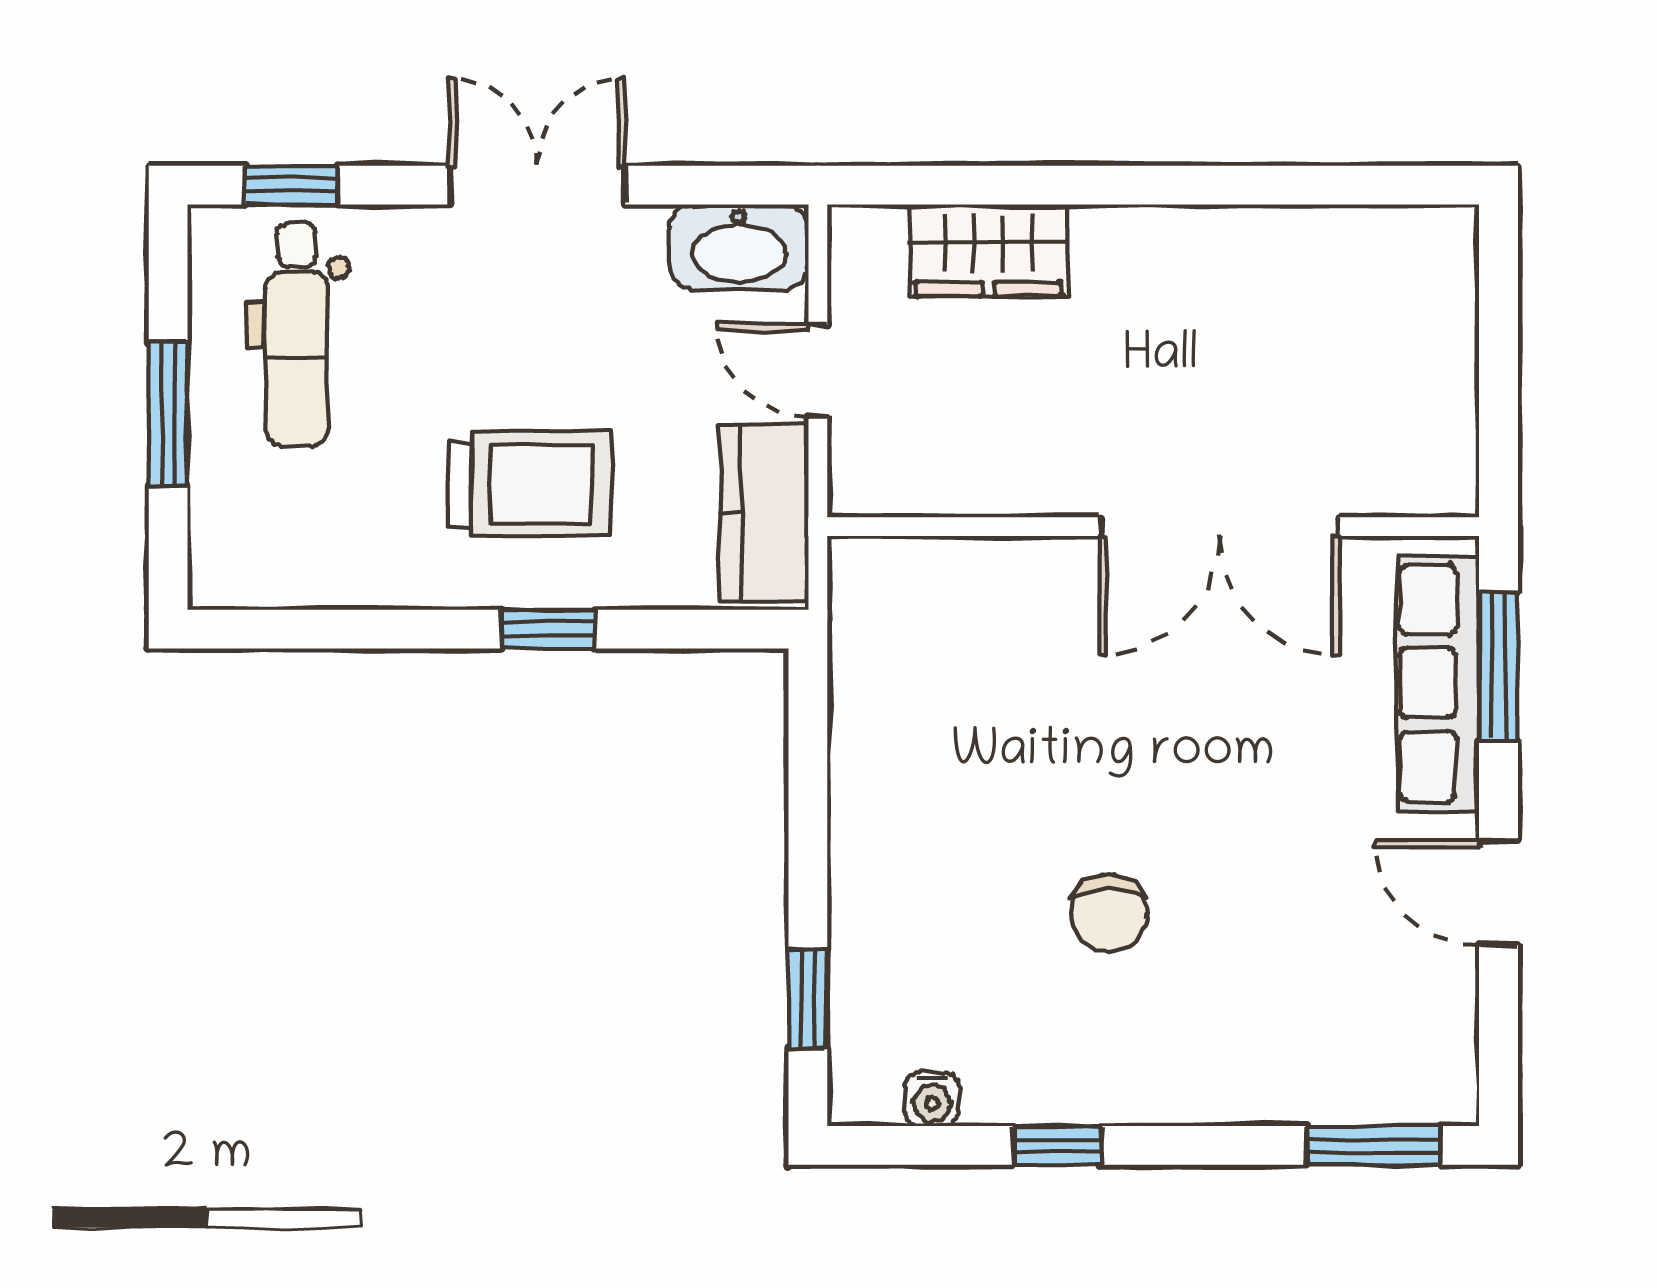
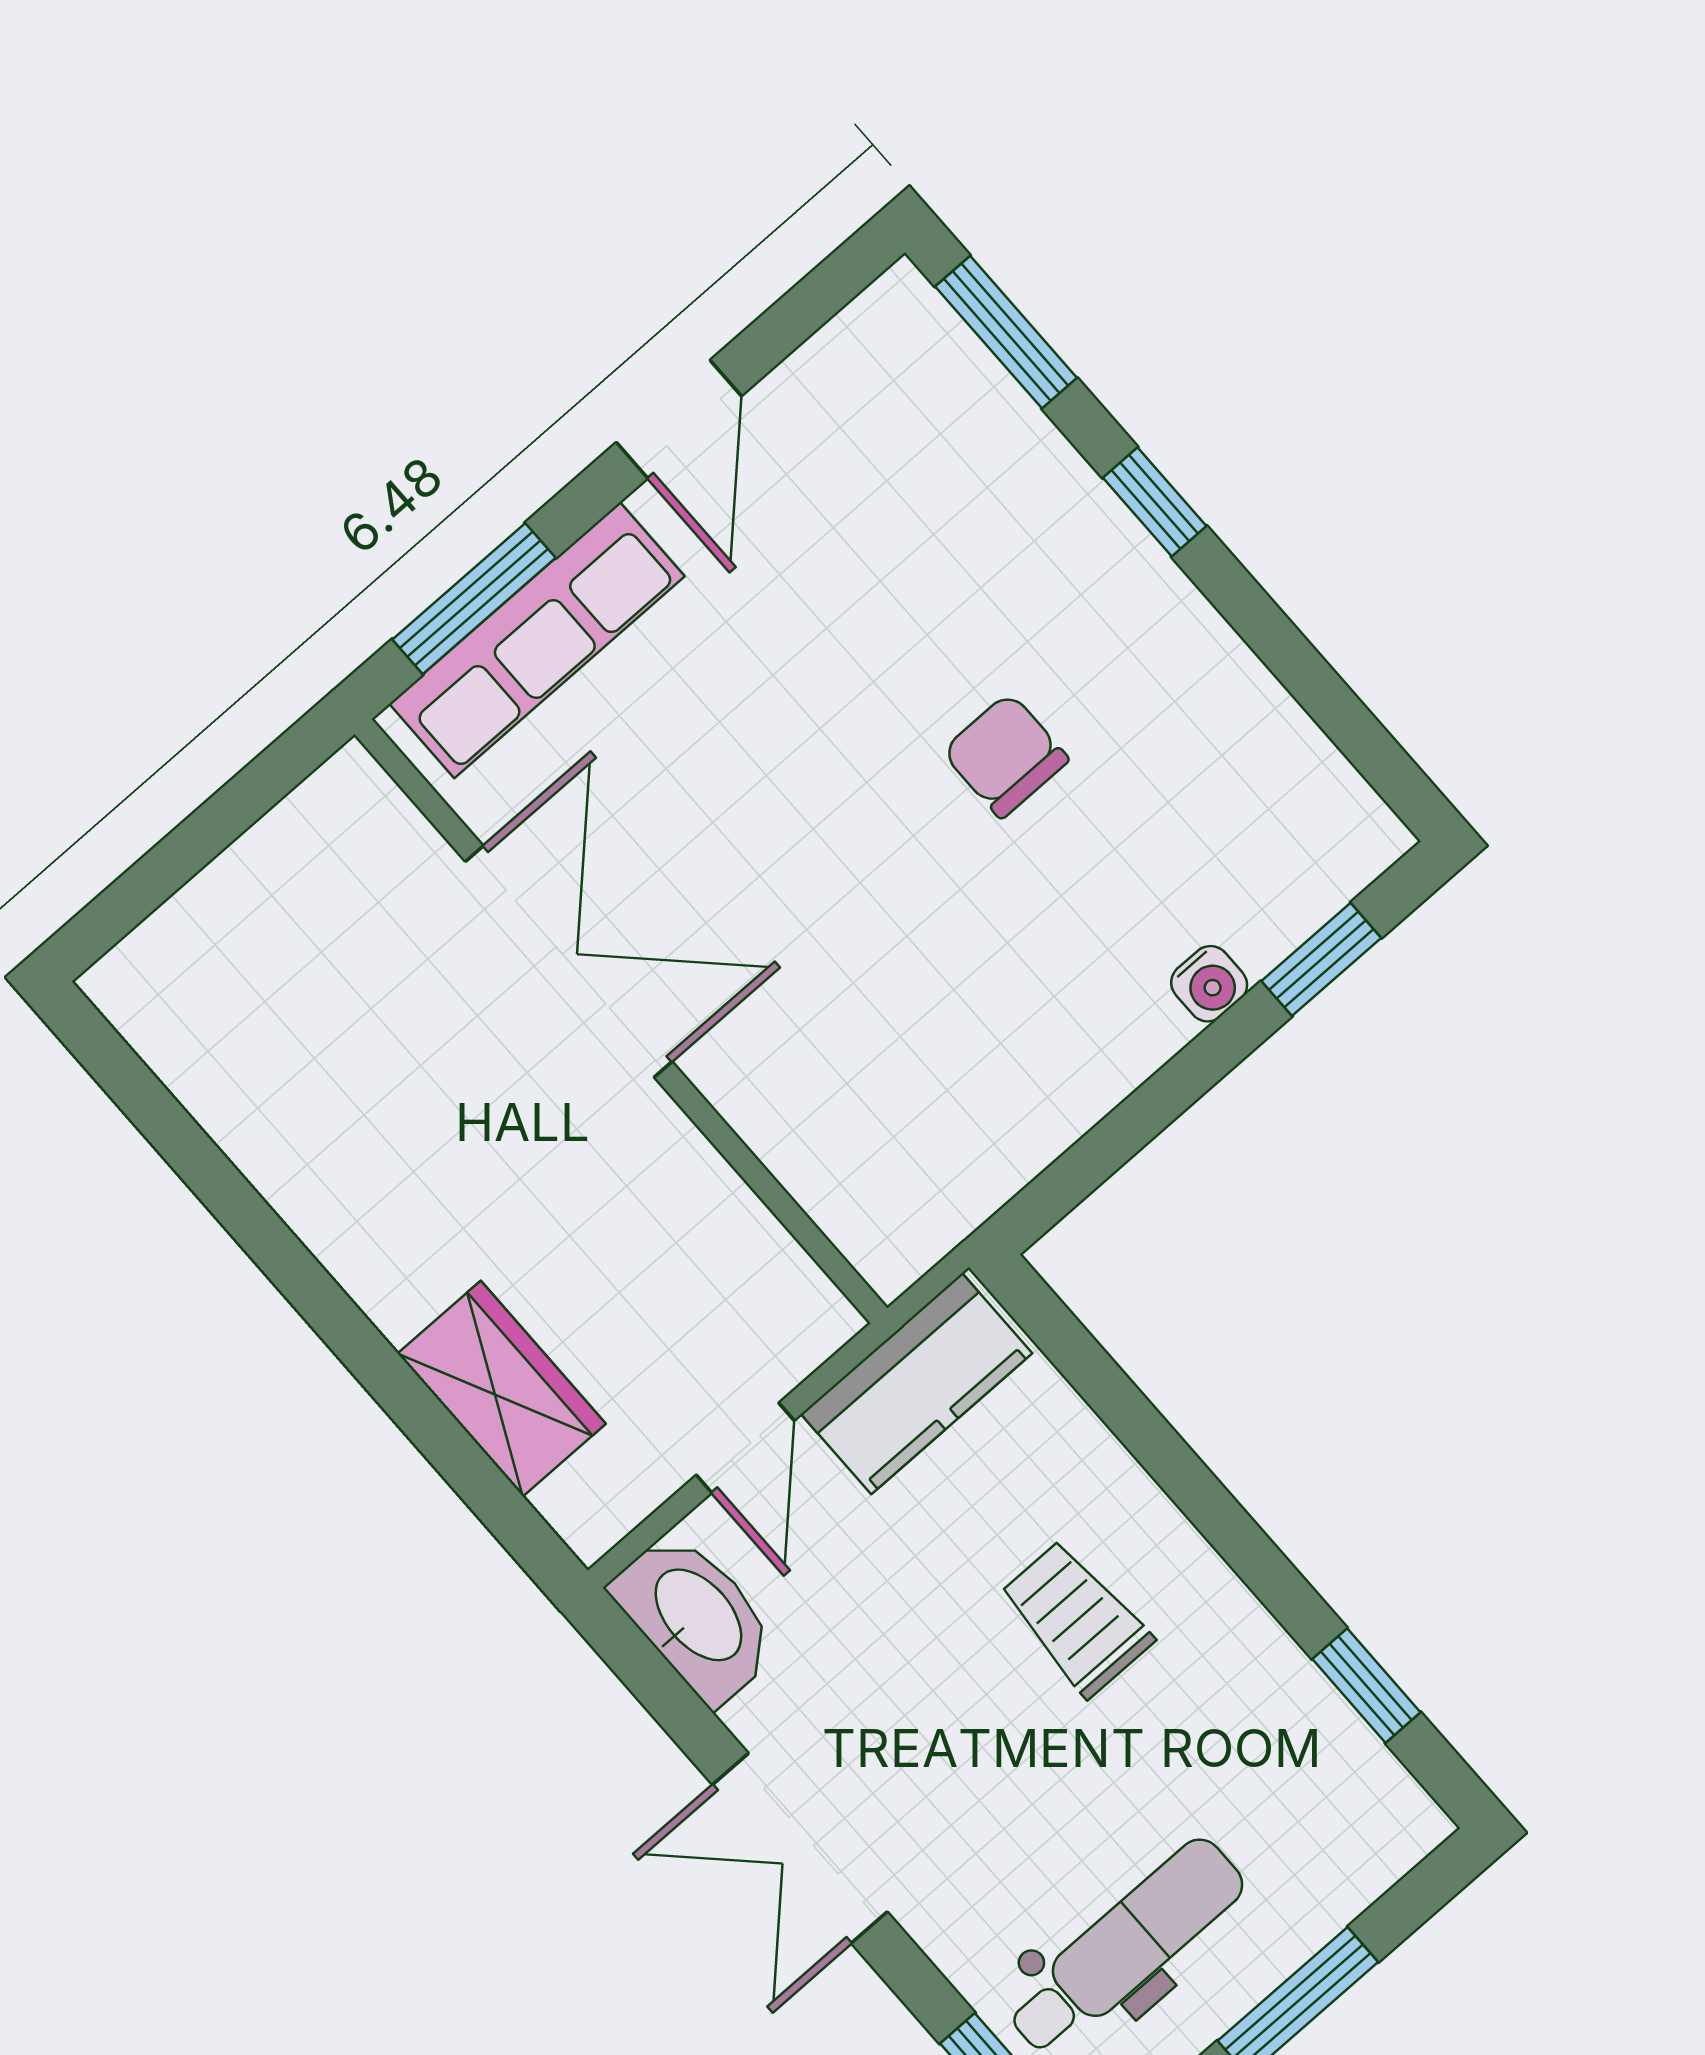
trolley: (530, 484) -> (1076, 1618), width x0.73, depth x0.72
window: (548, 629) -> (1366, 1686), moved
chair: (1109, 913) -> (1005, 755), turned -90
water cooler: (932, 1099) -> (1209, 984), moved, turned 90
window: (1057, 1145) -> (1155, 502), moved

